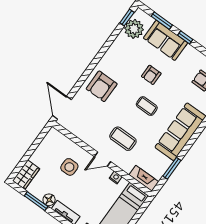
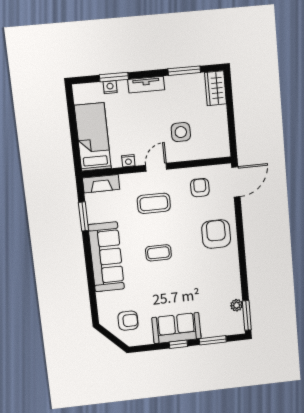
window: (127, 18) -> (247, 315), width x1.50
plant: (134, 29) -> (237, 305), width x0.53, depth x0.53
sofa: (166, 40) -> (176, 328), moved
armchair: (151, 75) -> (200, 188), moved
door: (62, 108) -> (236, 182), hinge flipped
floor lamp: (49, 200) -> (173, 83), removed

